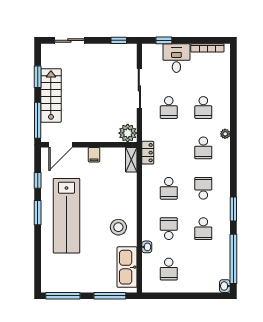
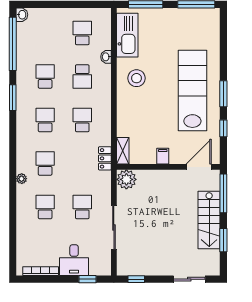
school desk: (203, 188) -> (45, 120), turned 180

